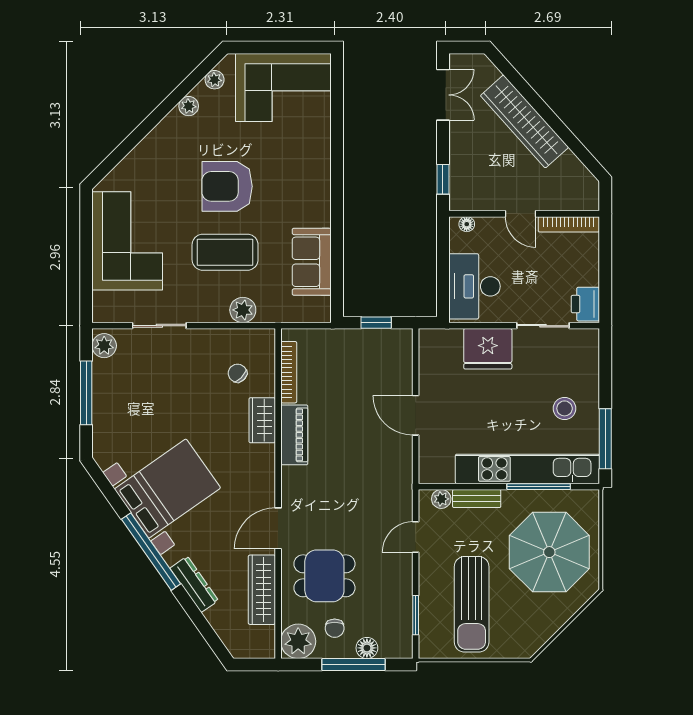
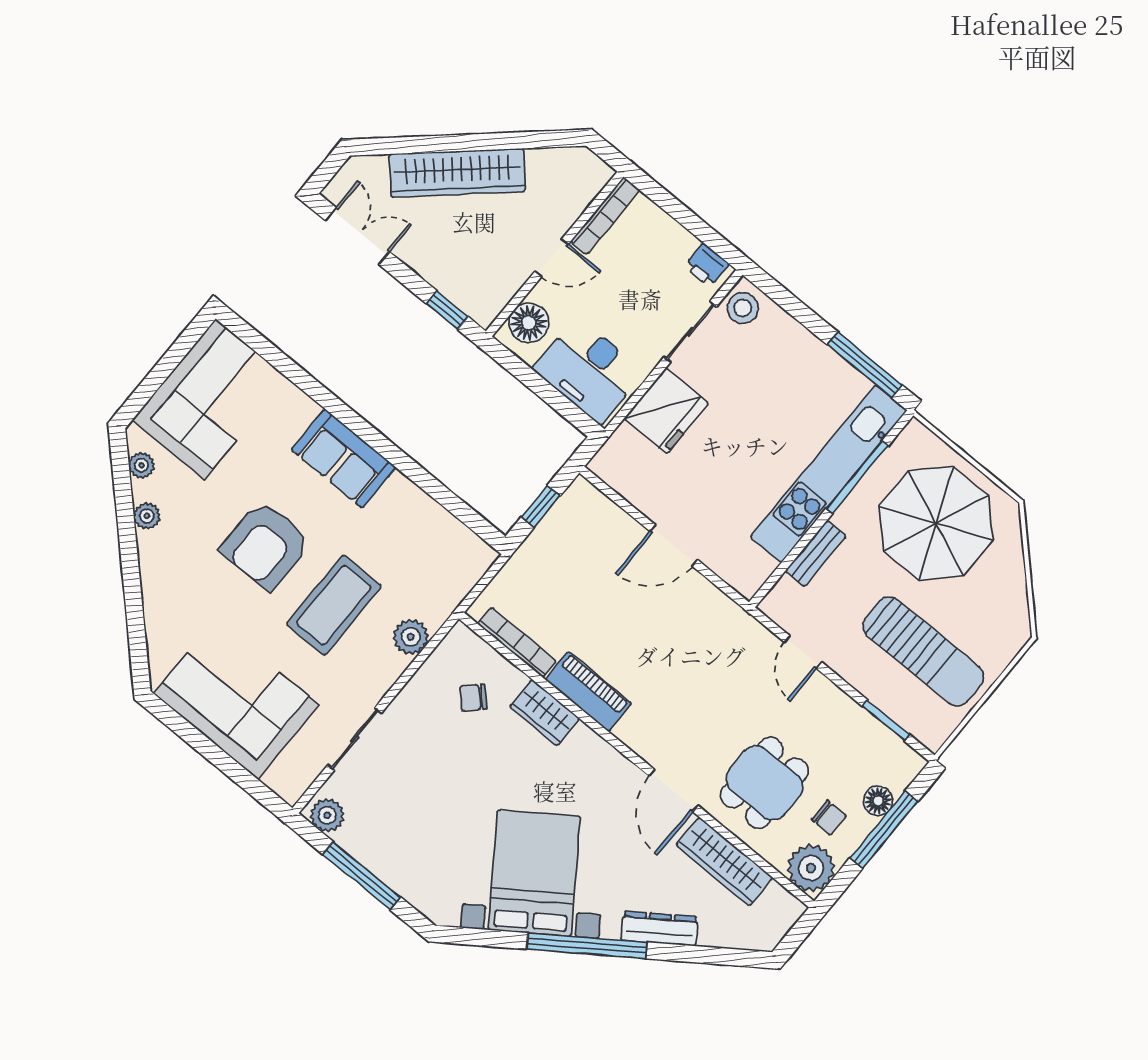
floor lamp: (467, 224) -> (529, 323), width x1.89, depth x1.89
sofa: (312, 262) -> (344, 459), moved
printer: (585, 304) -> (707, 265), width x0.73, depth x0.81
stool: (565, 408) -> (743, 308), moved
plant: (441, 499) -> (785, 592), removed

